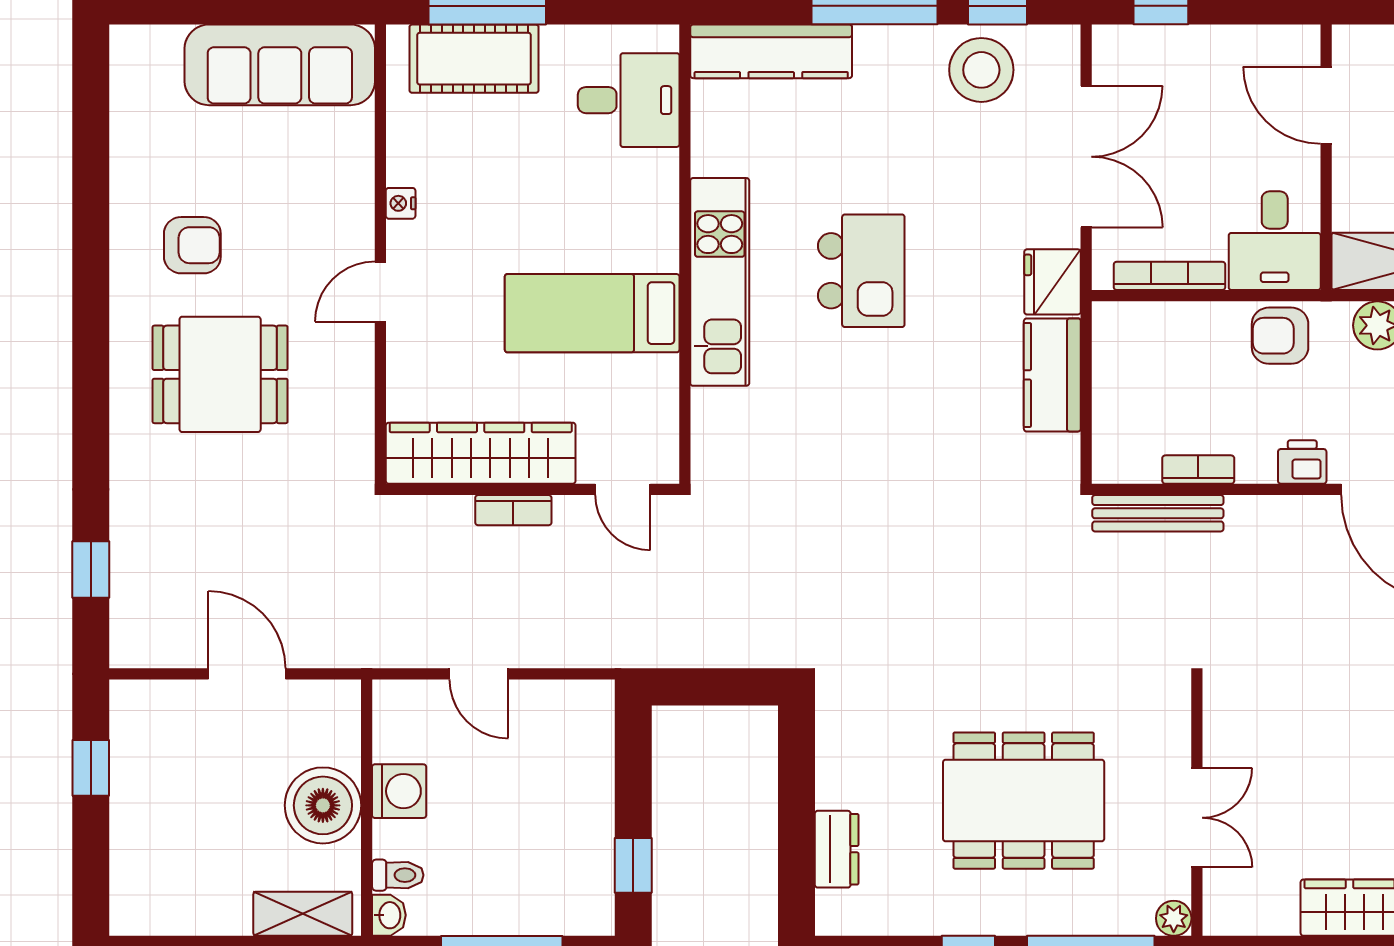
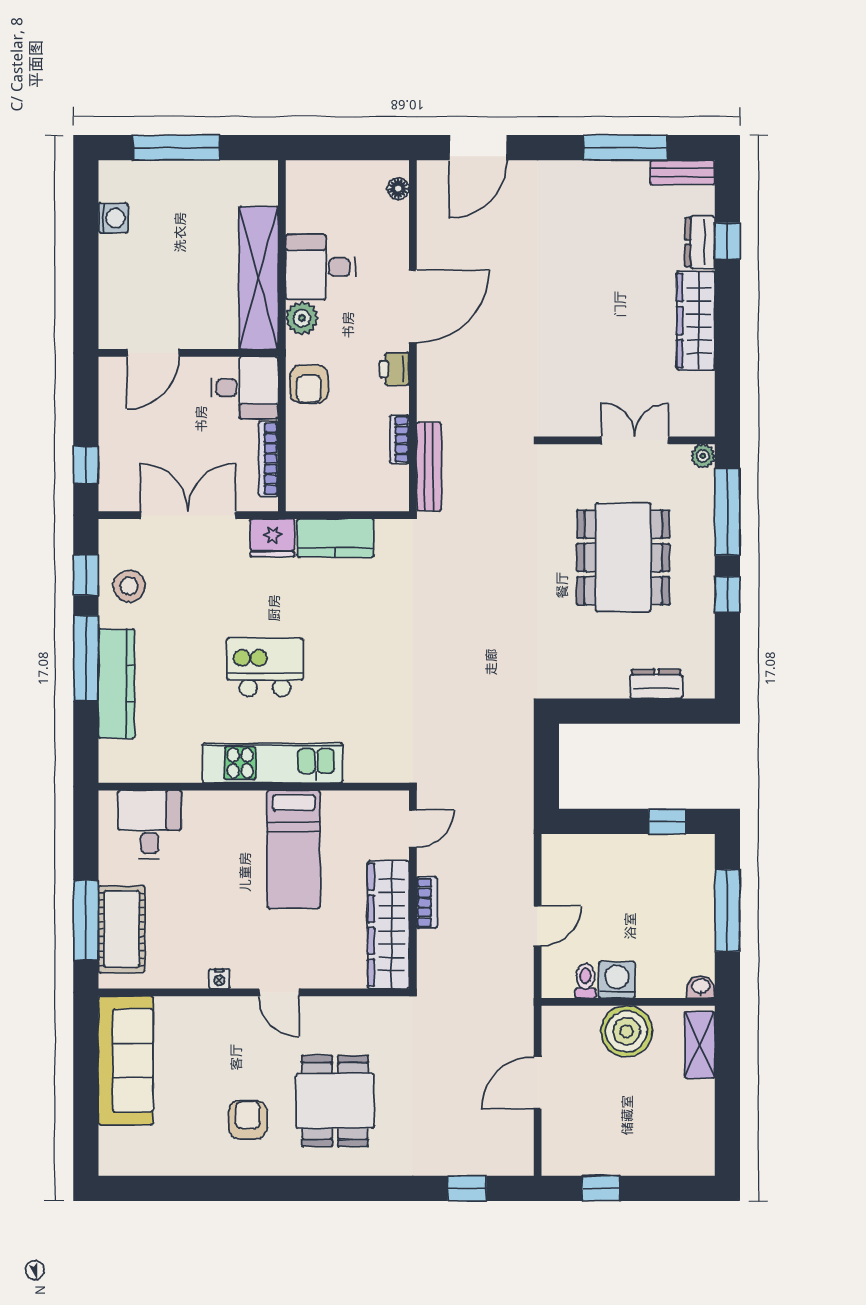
kitchen counter: (771, 51) -> (117, 684), moved
stool: (981, 70) -> (129, 586), width x0.73, depth x0.73
toilet: (398, 875) -> (585, 981), moved

